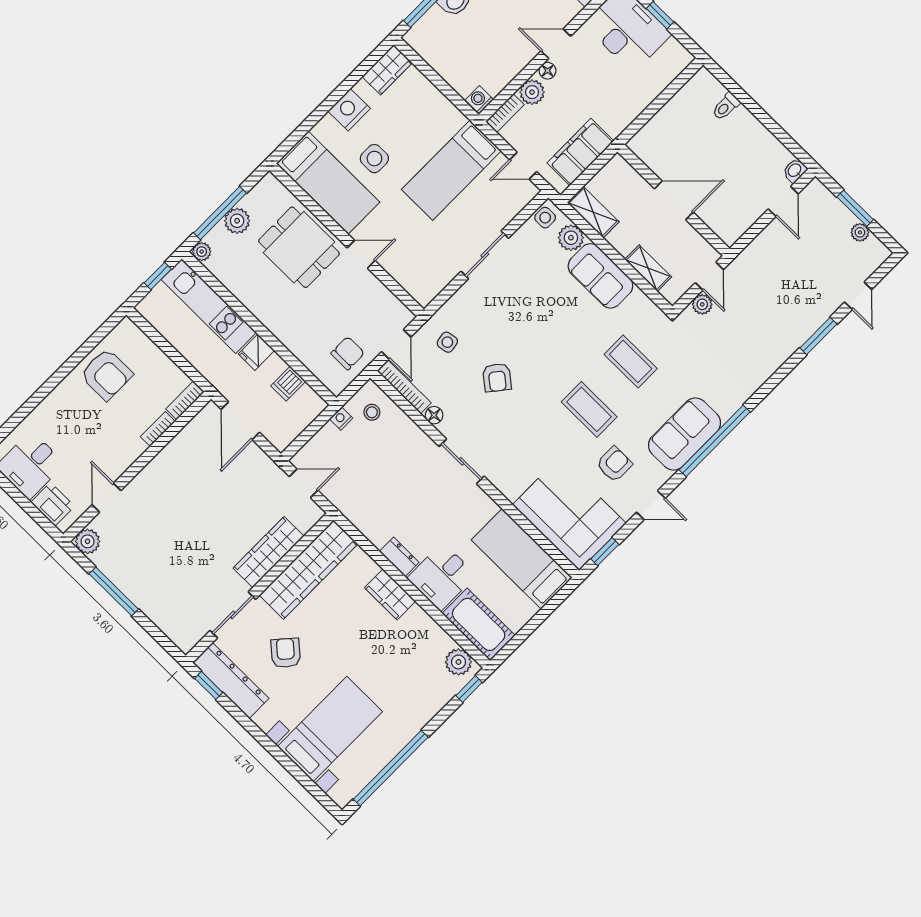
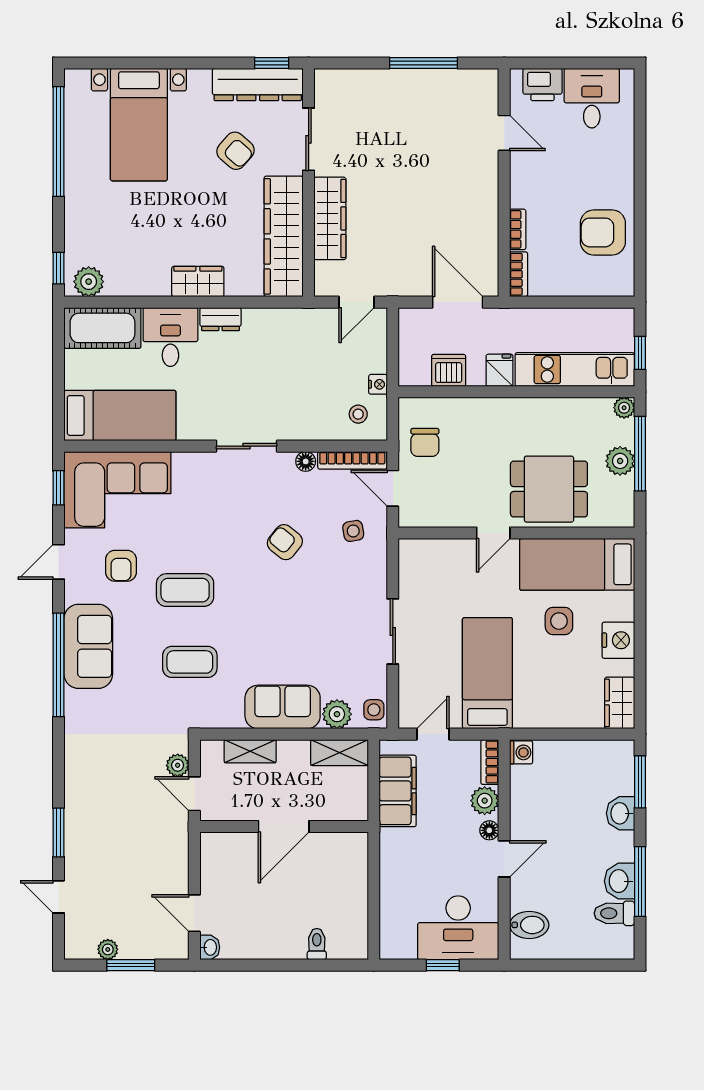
dishwasher: (288, 384) -> (449, 370), width x1.38
plant: (87, 541) -> (485, 82), removed

